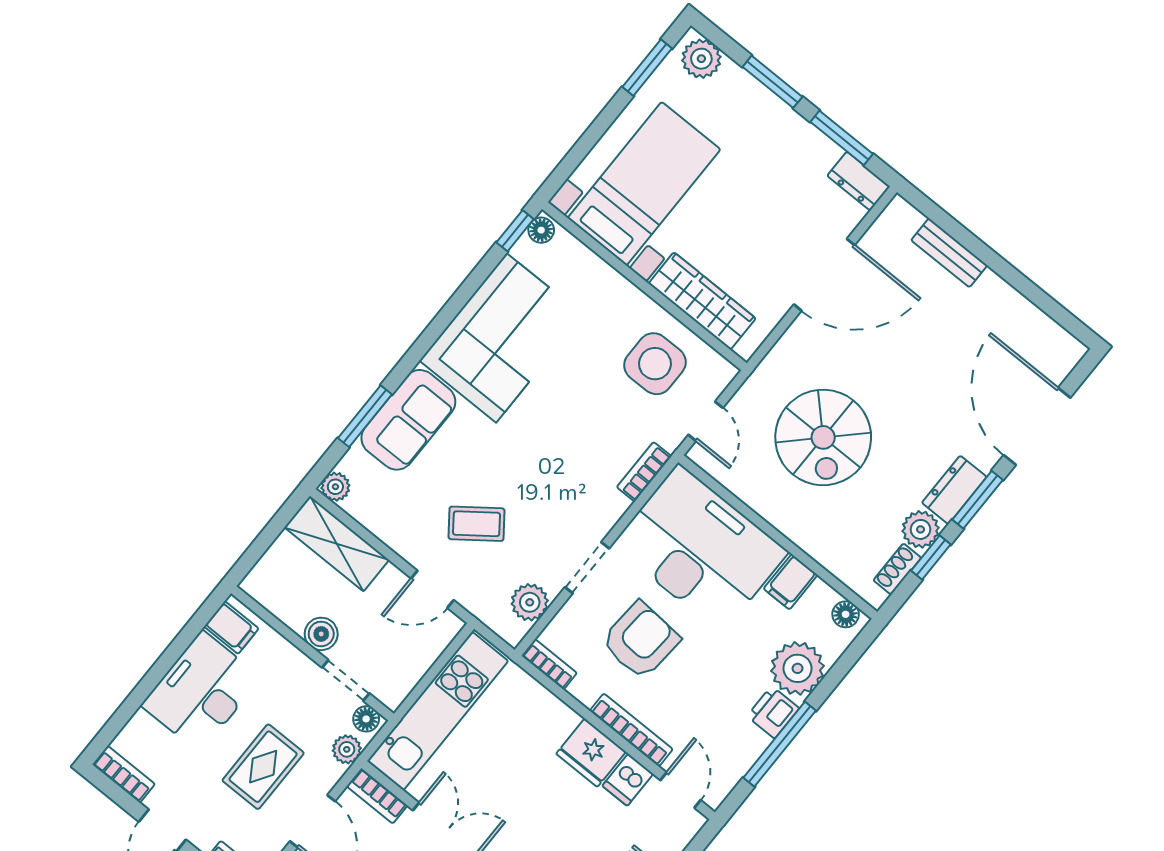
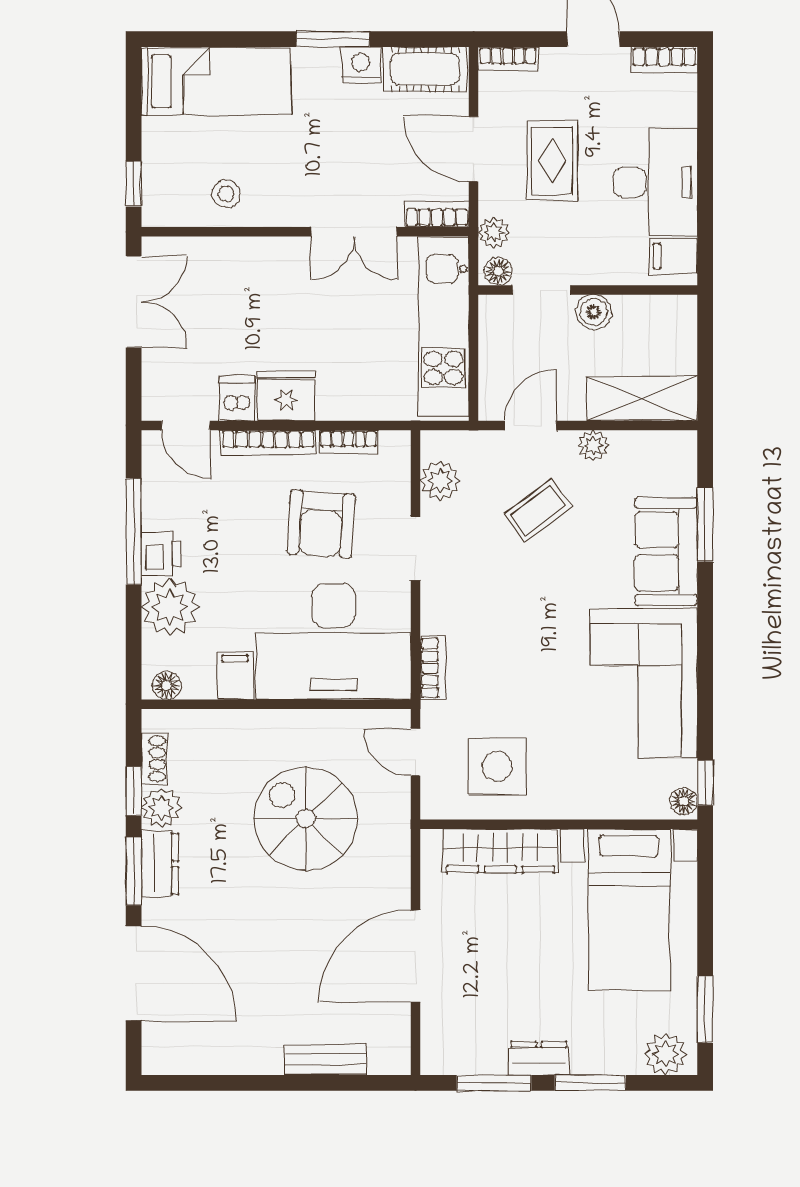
dresser: (859, 181) -> (539, 1058), moved
plant: (335, 487) -> (593, 446), moved
bookcase: (549, 664) -> (349, 442), moved

